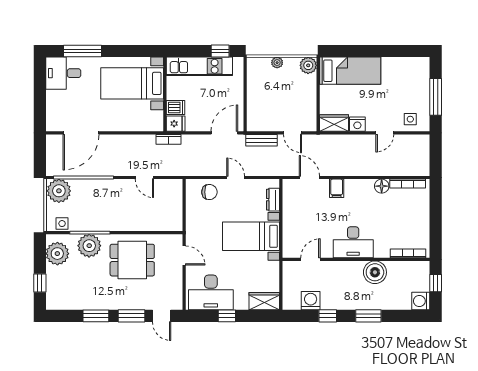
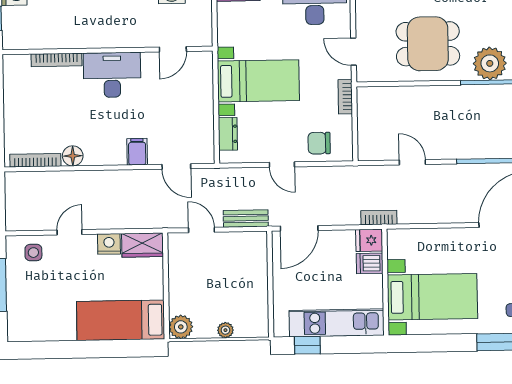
bookcase: (191, 224) -> (345, 97), added
bookcase: (408, 253) -> (56, 60), moved
boiler: (375, 272) -> (80, 32), removed

